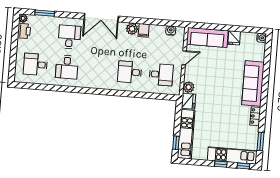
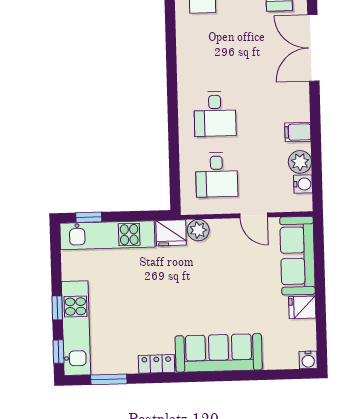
plant: (132, 29) -> (300, 162), moved
desk: (130, 72) -> (215, 114), turned 180

